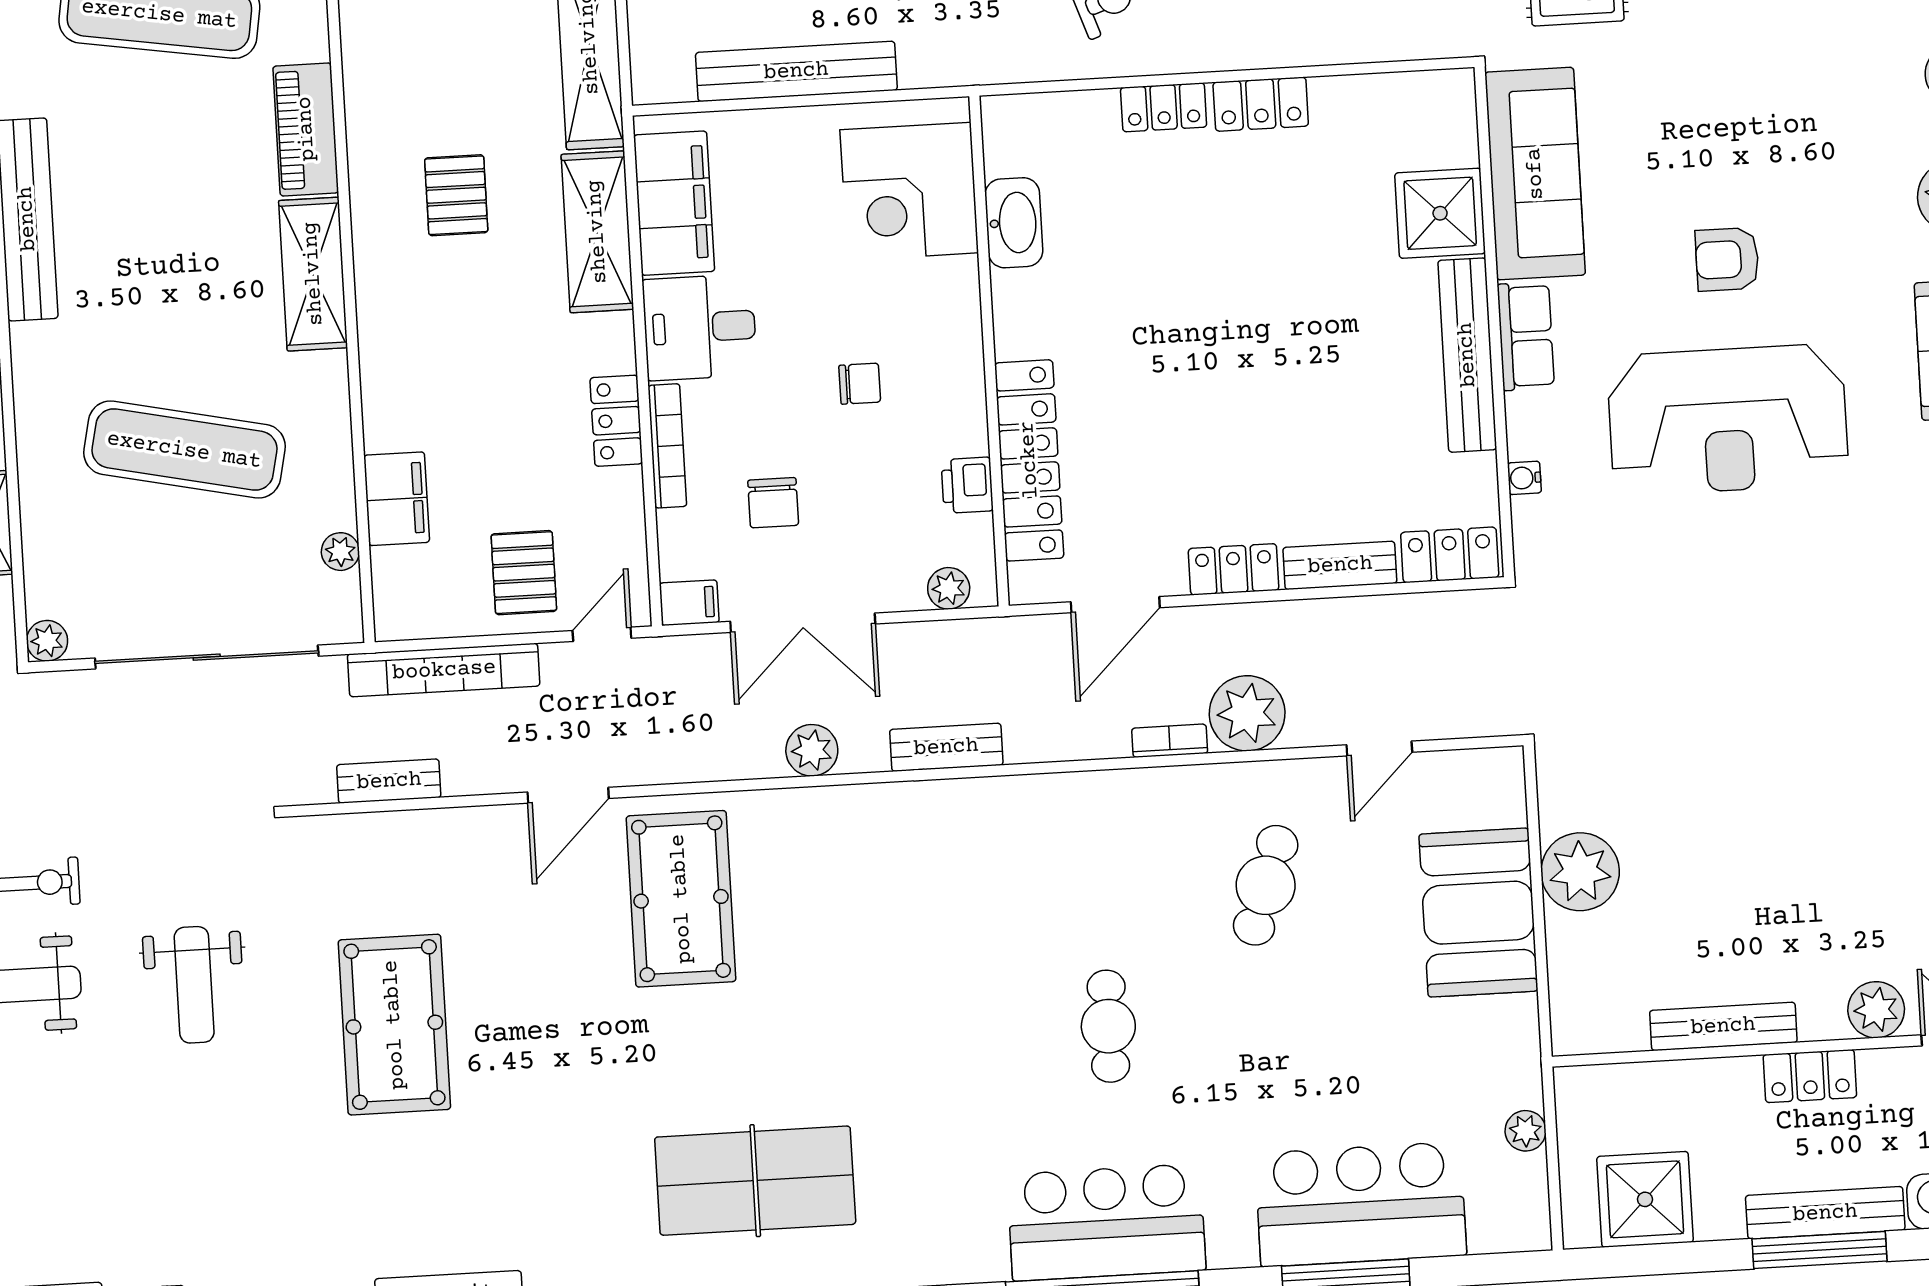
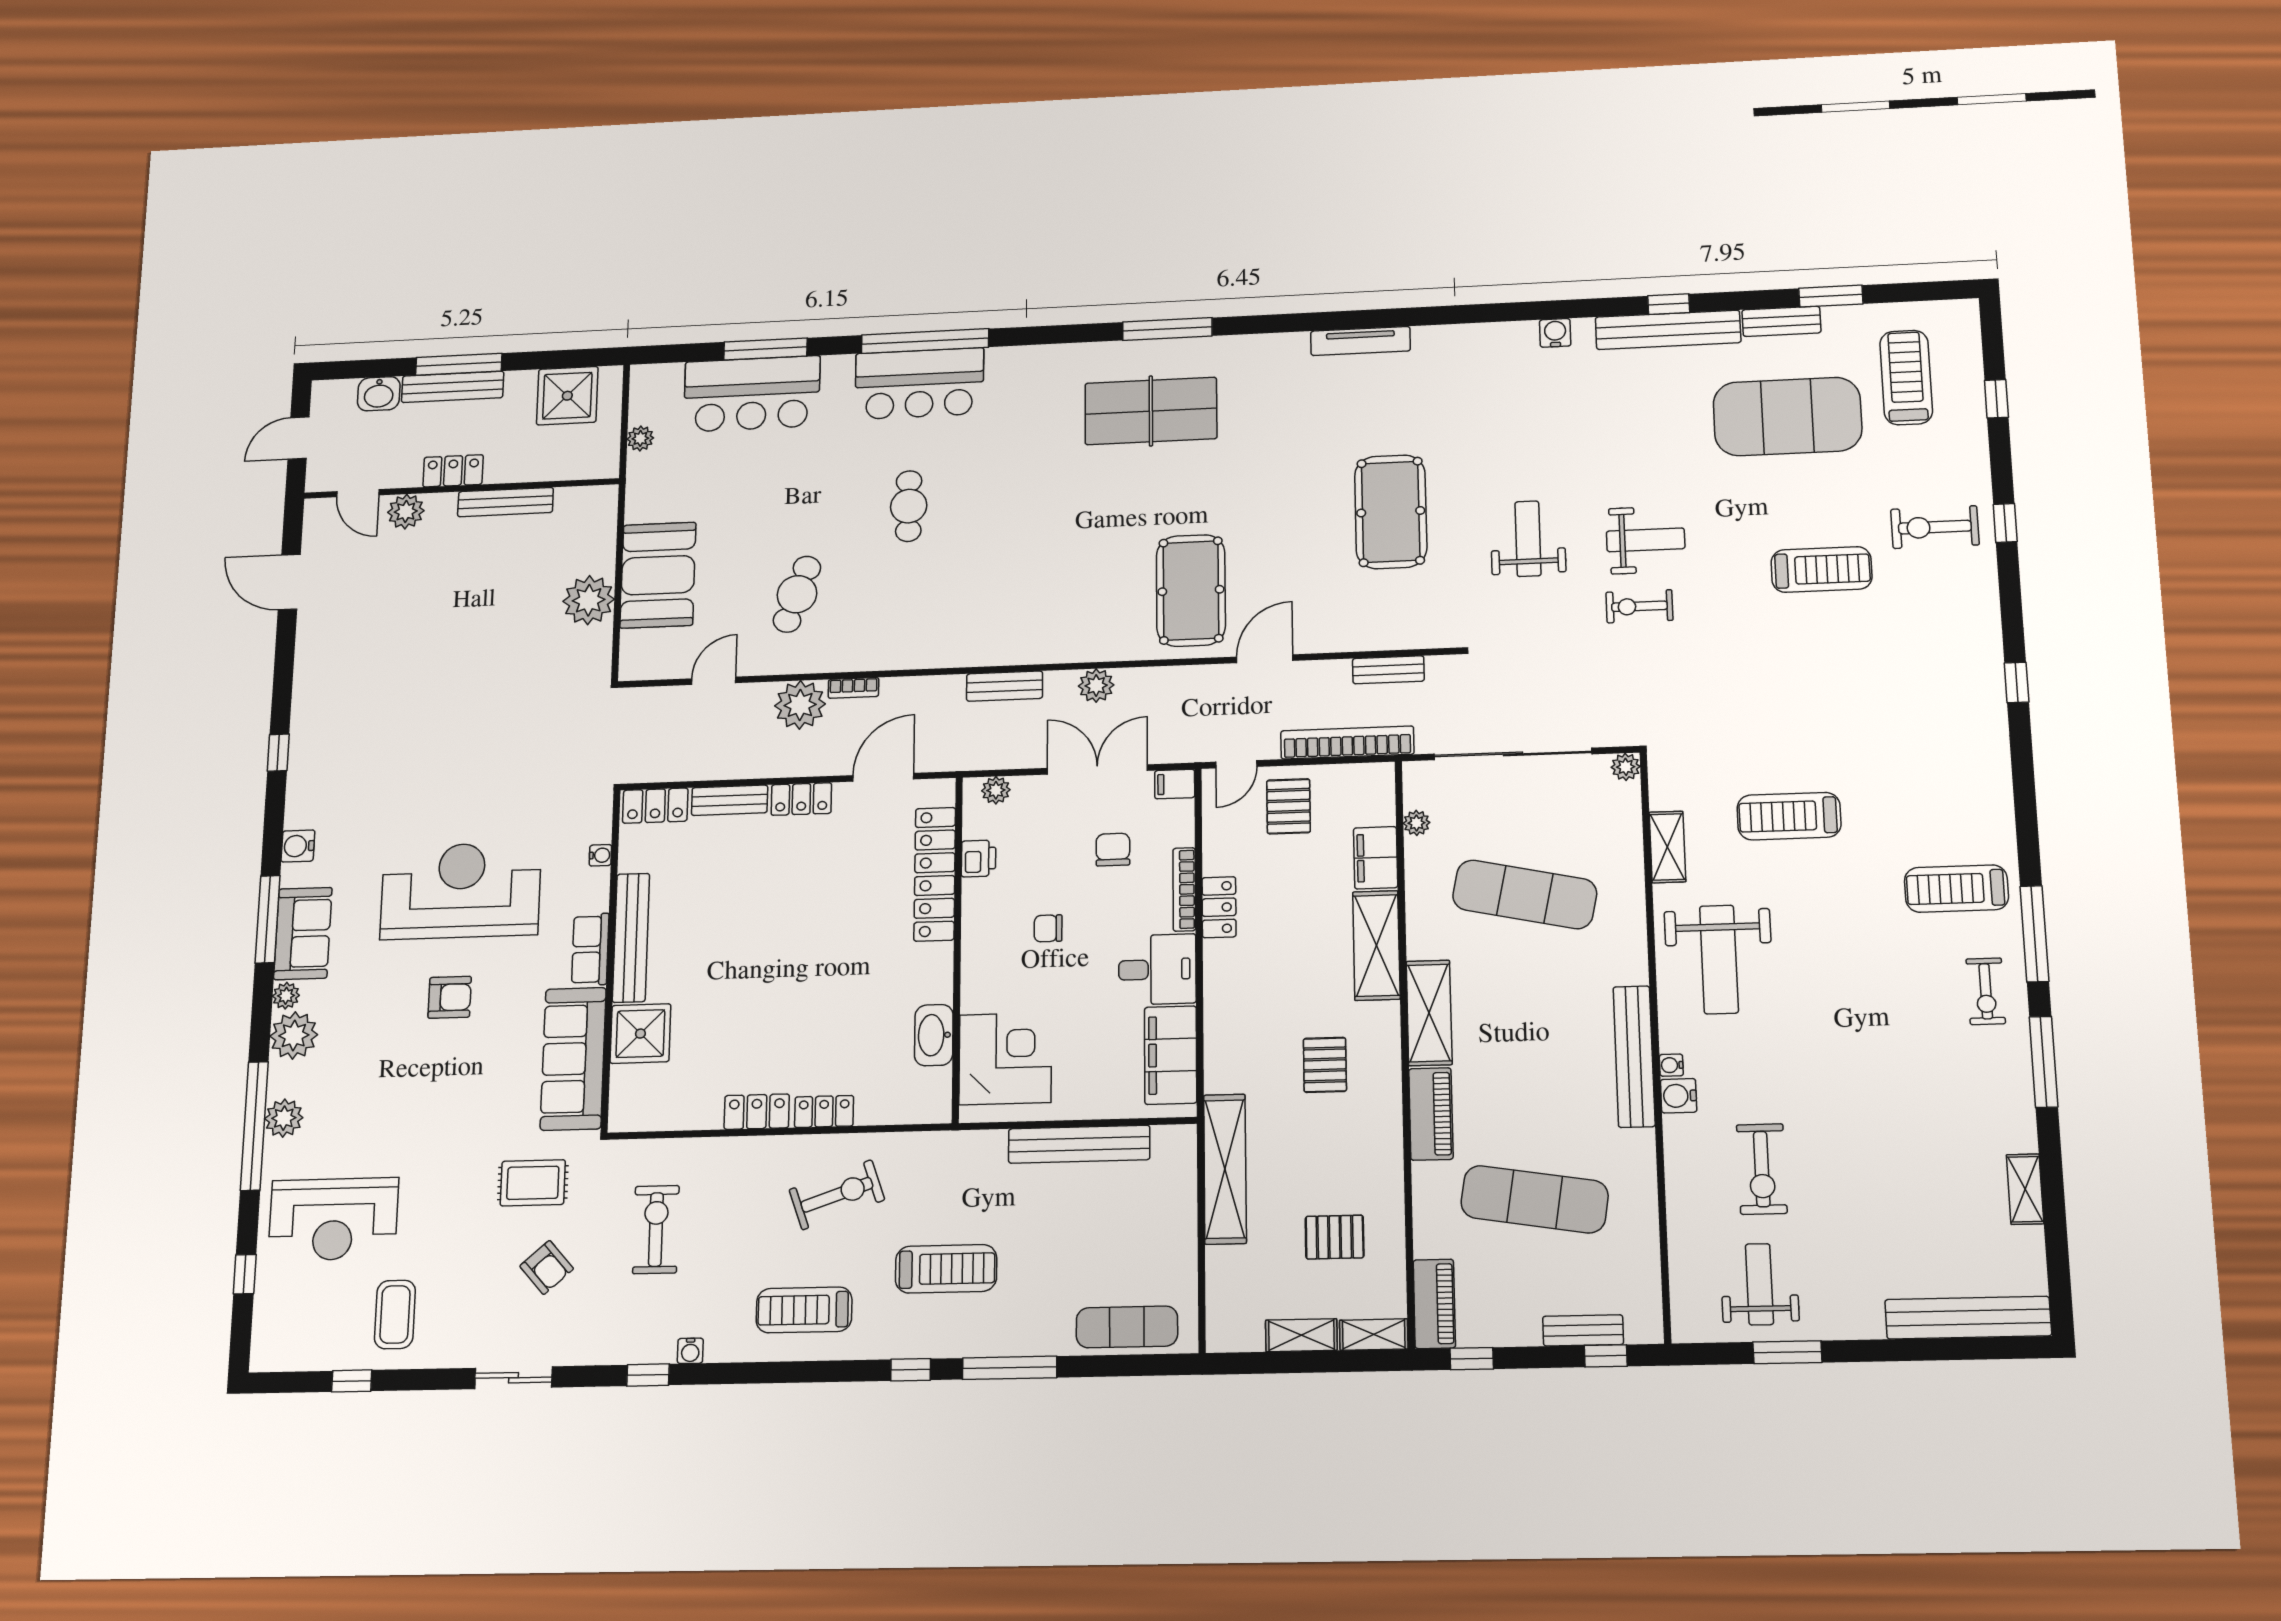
shelving: (597, 232) -> (1376, 945), moved

